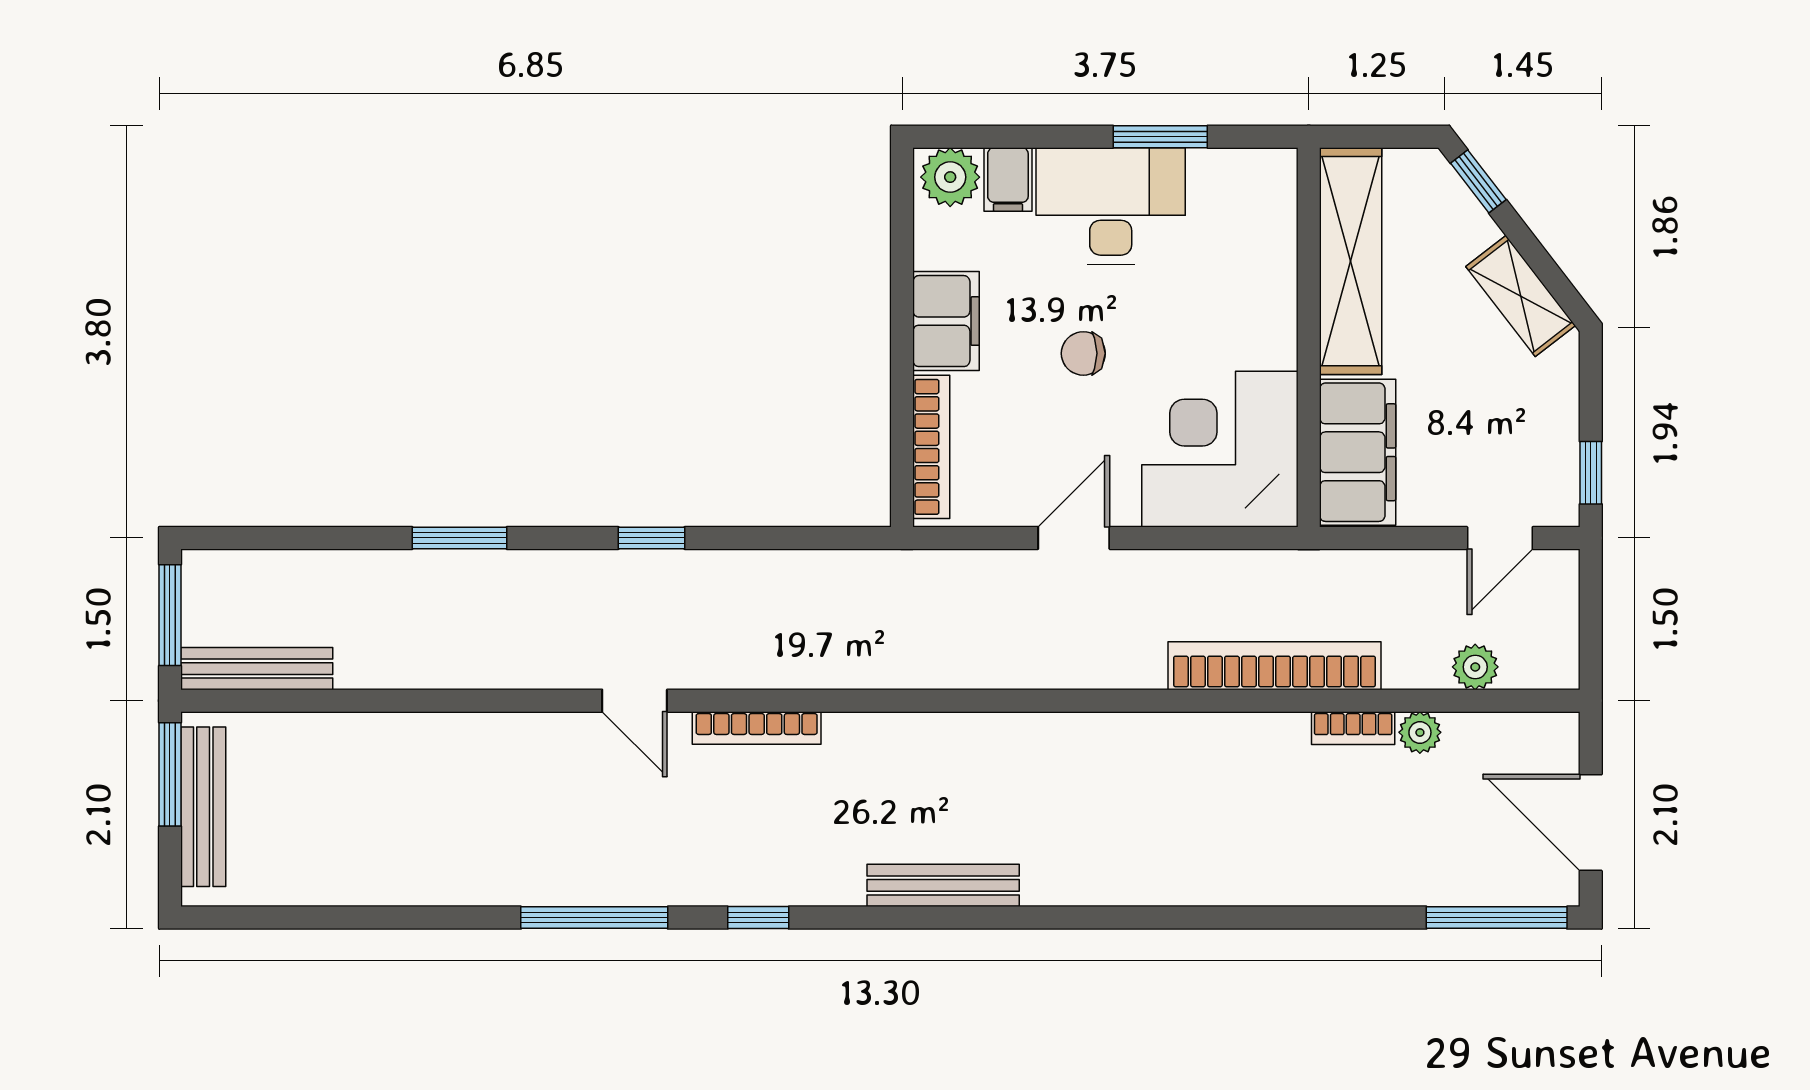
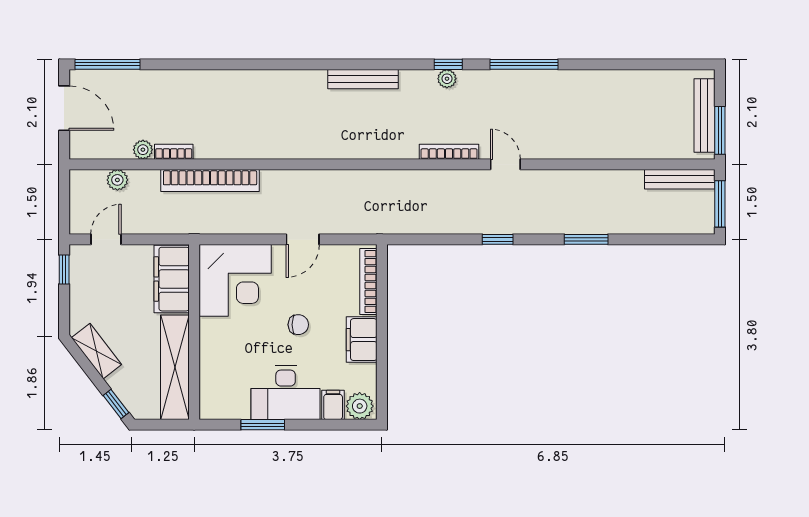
plant: (761, 886) -> (447, 79), added

